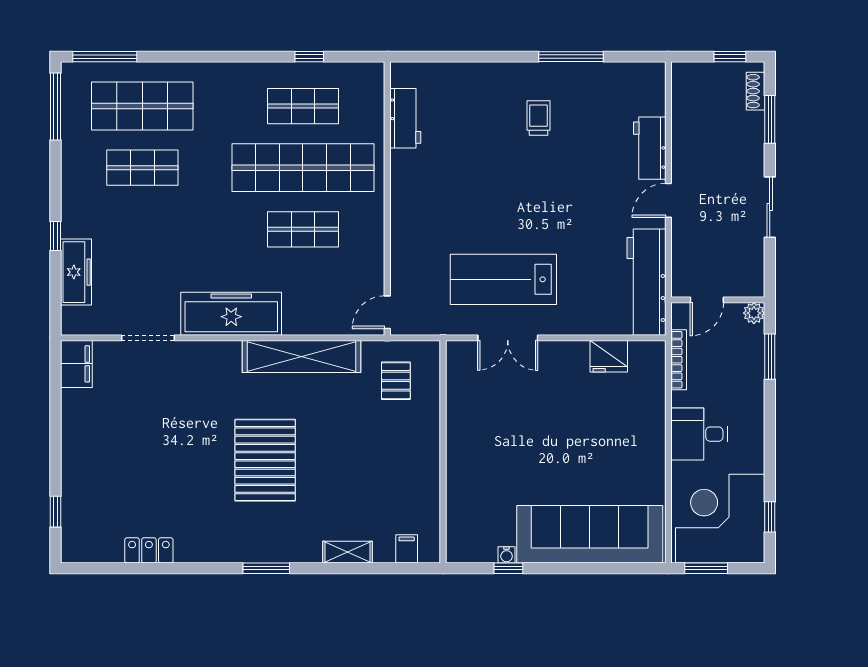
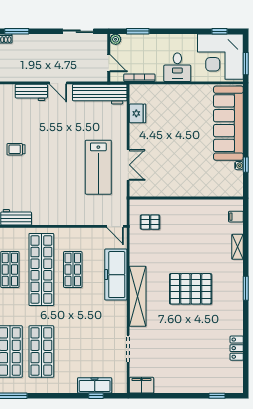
shop shelf: (142, 168) -> (41, 351), width x1.43, depth x1.36
sliding door: (770, 207) -> (78, 31), moved
window: (55, 236) -> (96, 396), moved
freezer: (231, 314) -> (116, 275), moved
shelving: (301, 356) -> (138, 296), moved

